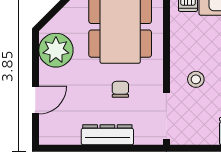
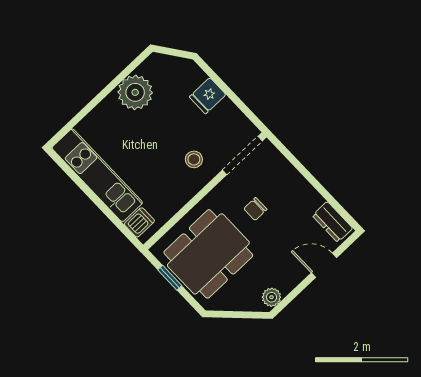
plant: (56, 50) -> (272, 297), width x0.53, depth x0.53
dresser: (107, 135) -> (332, 222), moved, width x0.70

